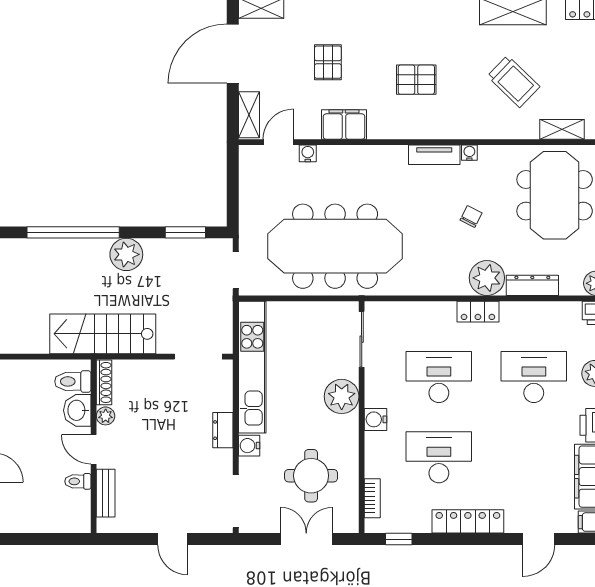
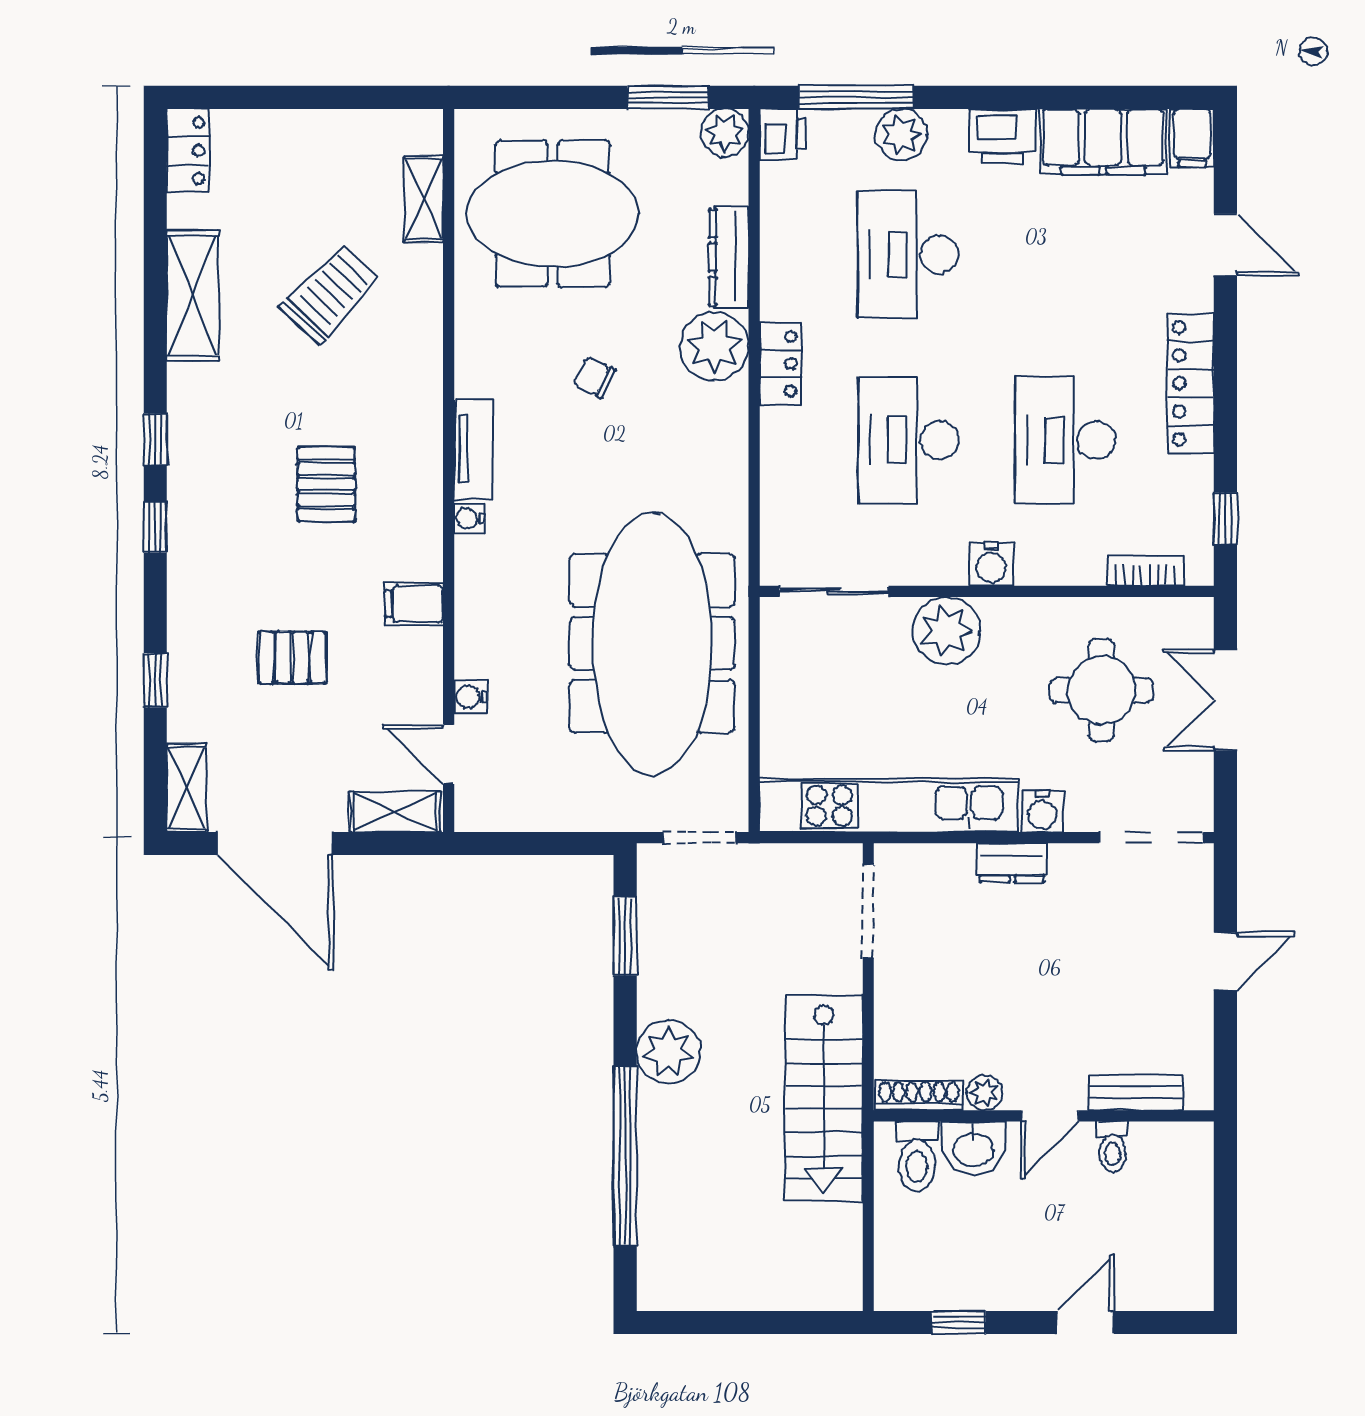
filing cabinet: (344, 124) -> (414, 604), width x0.50
water cooler: (469, 153) -> (469, 518), moved

